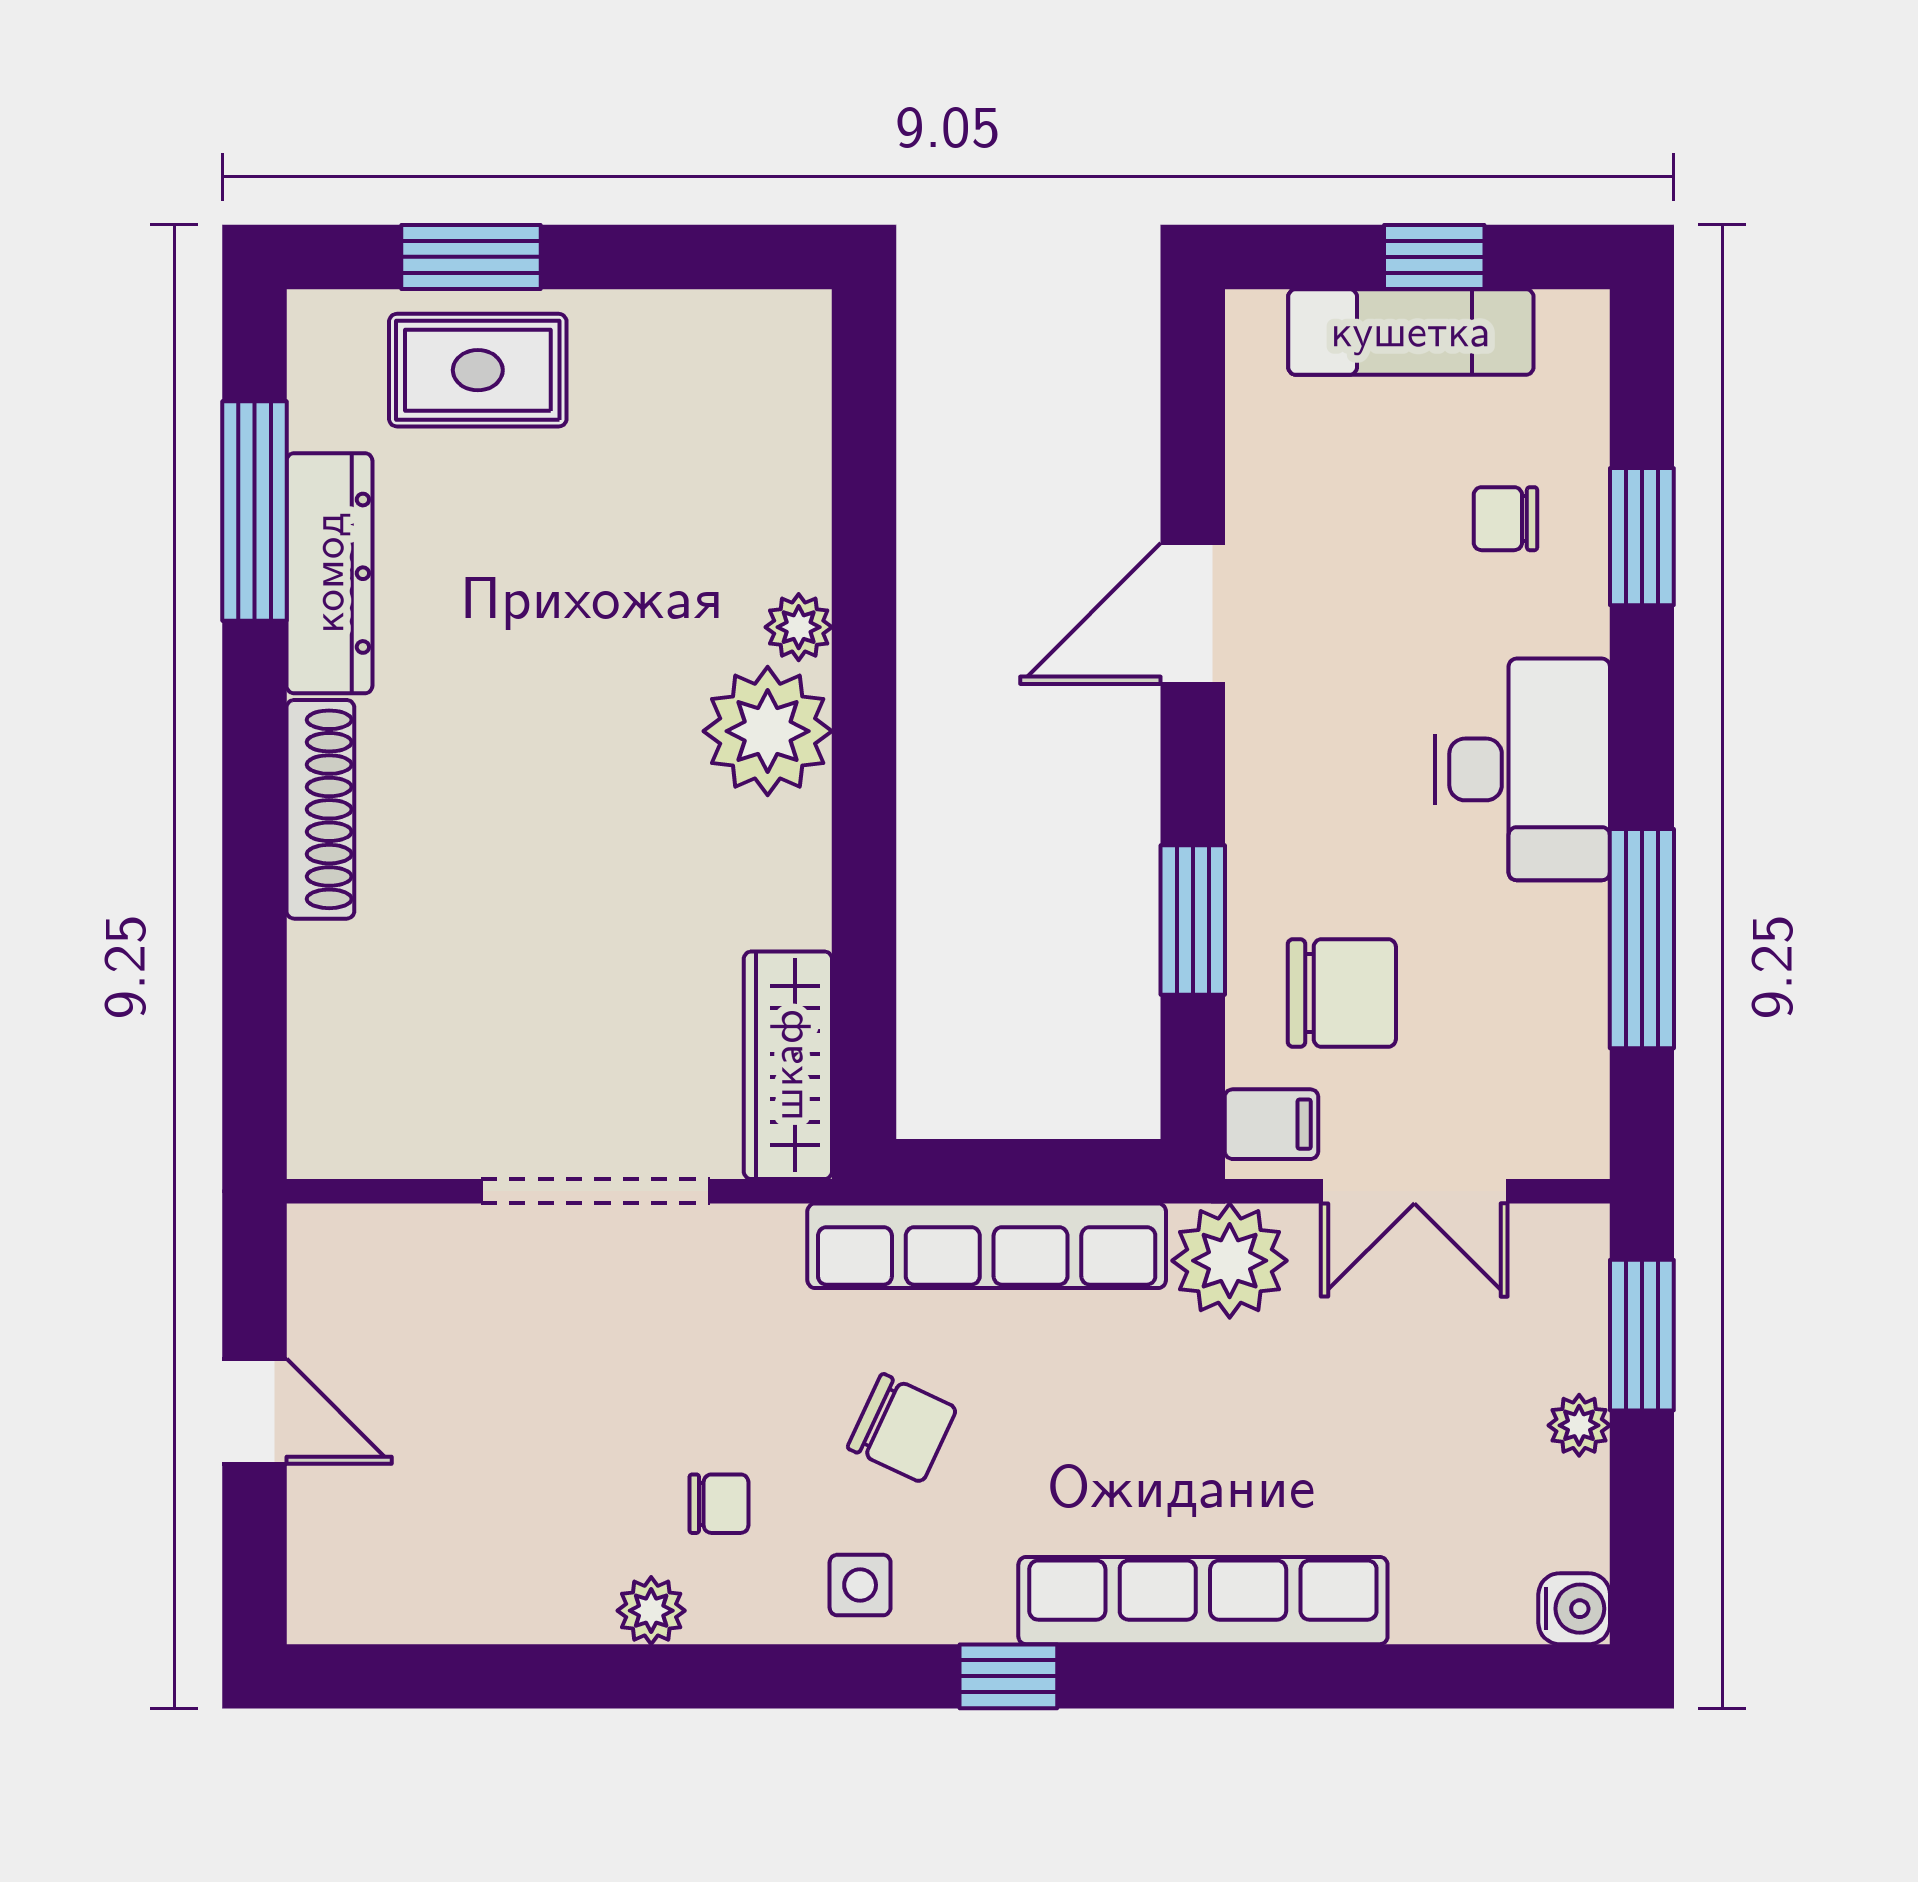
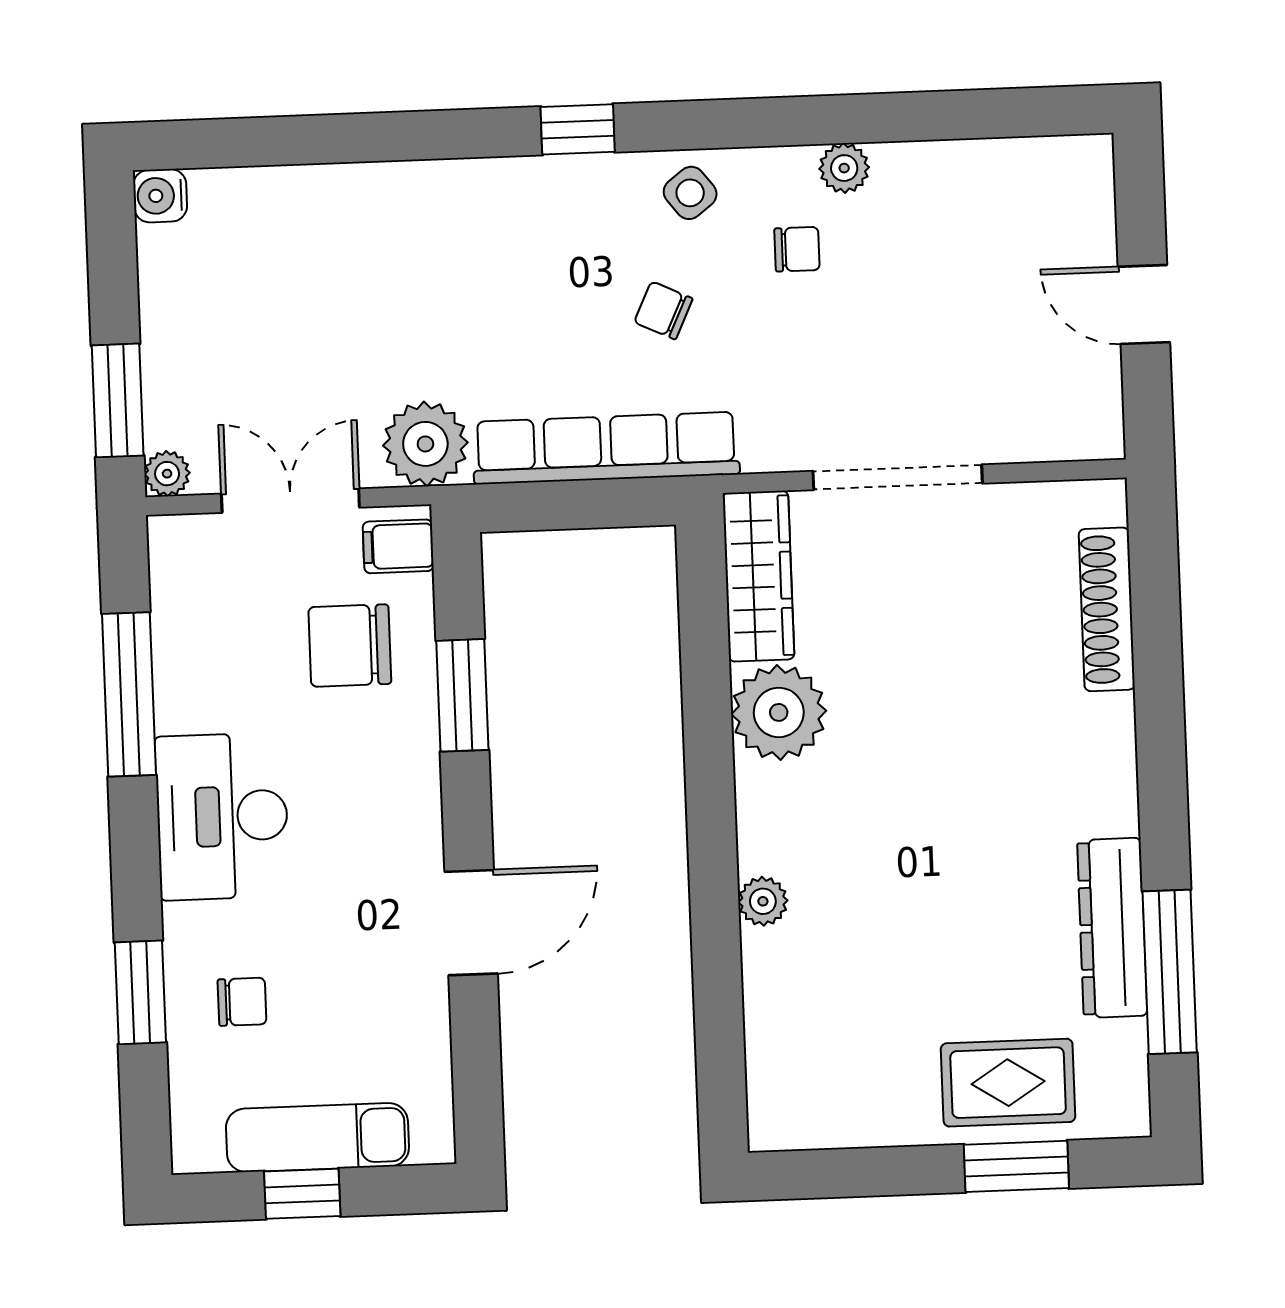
plant: (768, 731) -> (779, 712), moved
shoe rack: (320, 809) -> (1107, 609), moved
plant: (1579, 1425) -> (167, 474), moved
chair: (902, 1428) -> (663, 310), width x0.73, depth x0.73
chair: (719, 1504) -> (797, 249), turned 180
side table: (860, 1585) -> (690, 193), turned -38
row of seats: (1203, 1601) -> (435, 191), removed

